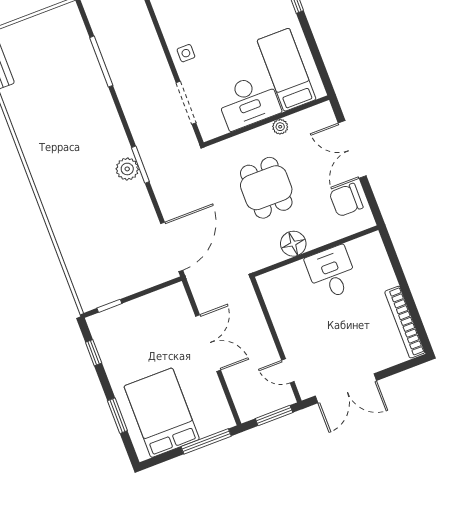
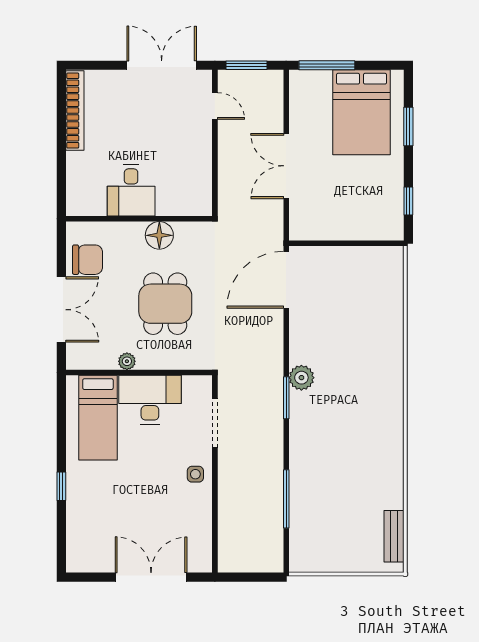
window: (140, 165) -> (286, 398), moved
window: (109, 306) -> (374, 243), removed

